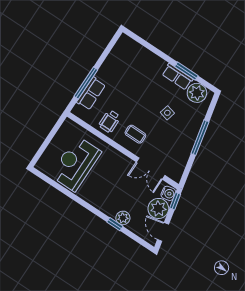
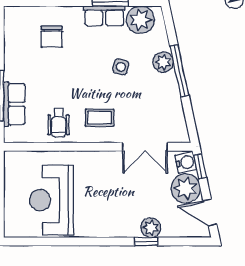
chair: (139, 69) -> (52, 37), added
plant: (194, 126) -> (163, 62), added

